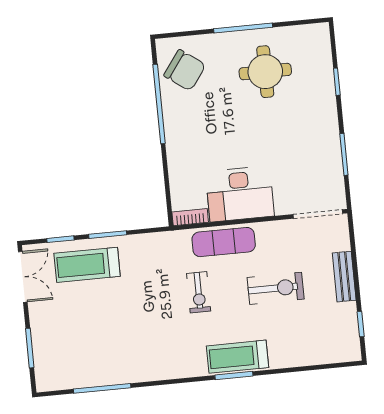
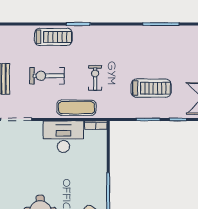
treadmill: (87, 265) -> (151, 88), moved
treadmill: (238, 357) -> (53, 37), moved

